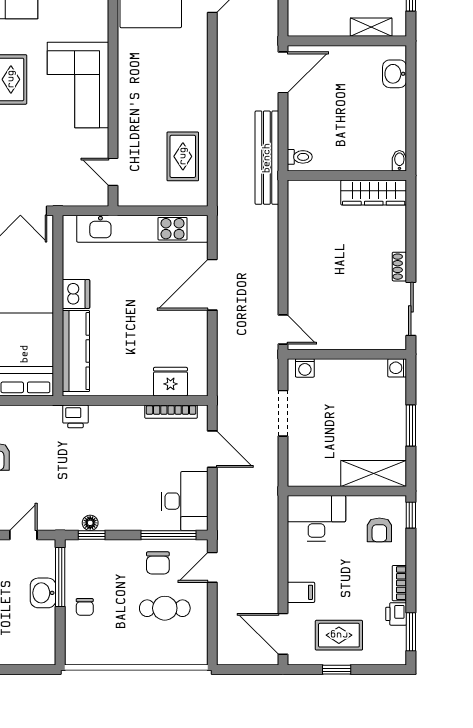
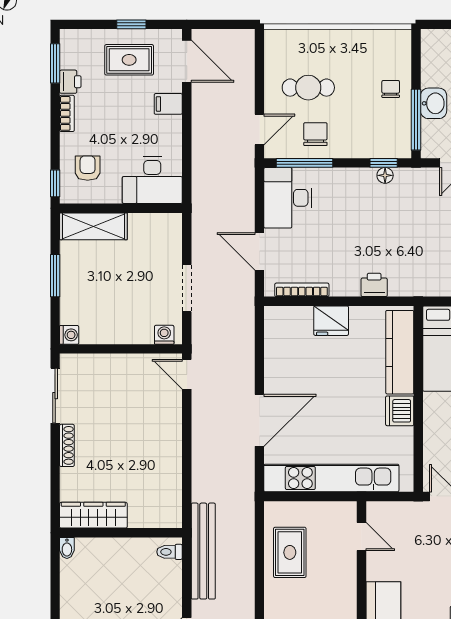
shoe rack: (399, 267) -> (67, 445), width x1.43
fridge: (170, 382) -> (331, 321), moved
printer: (75, 416) -> (374, 285), moved

